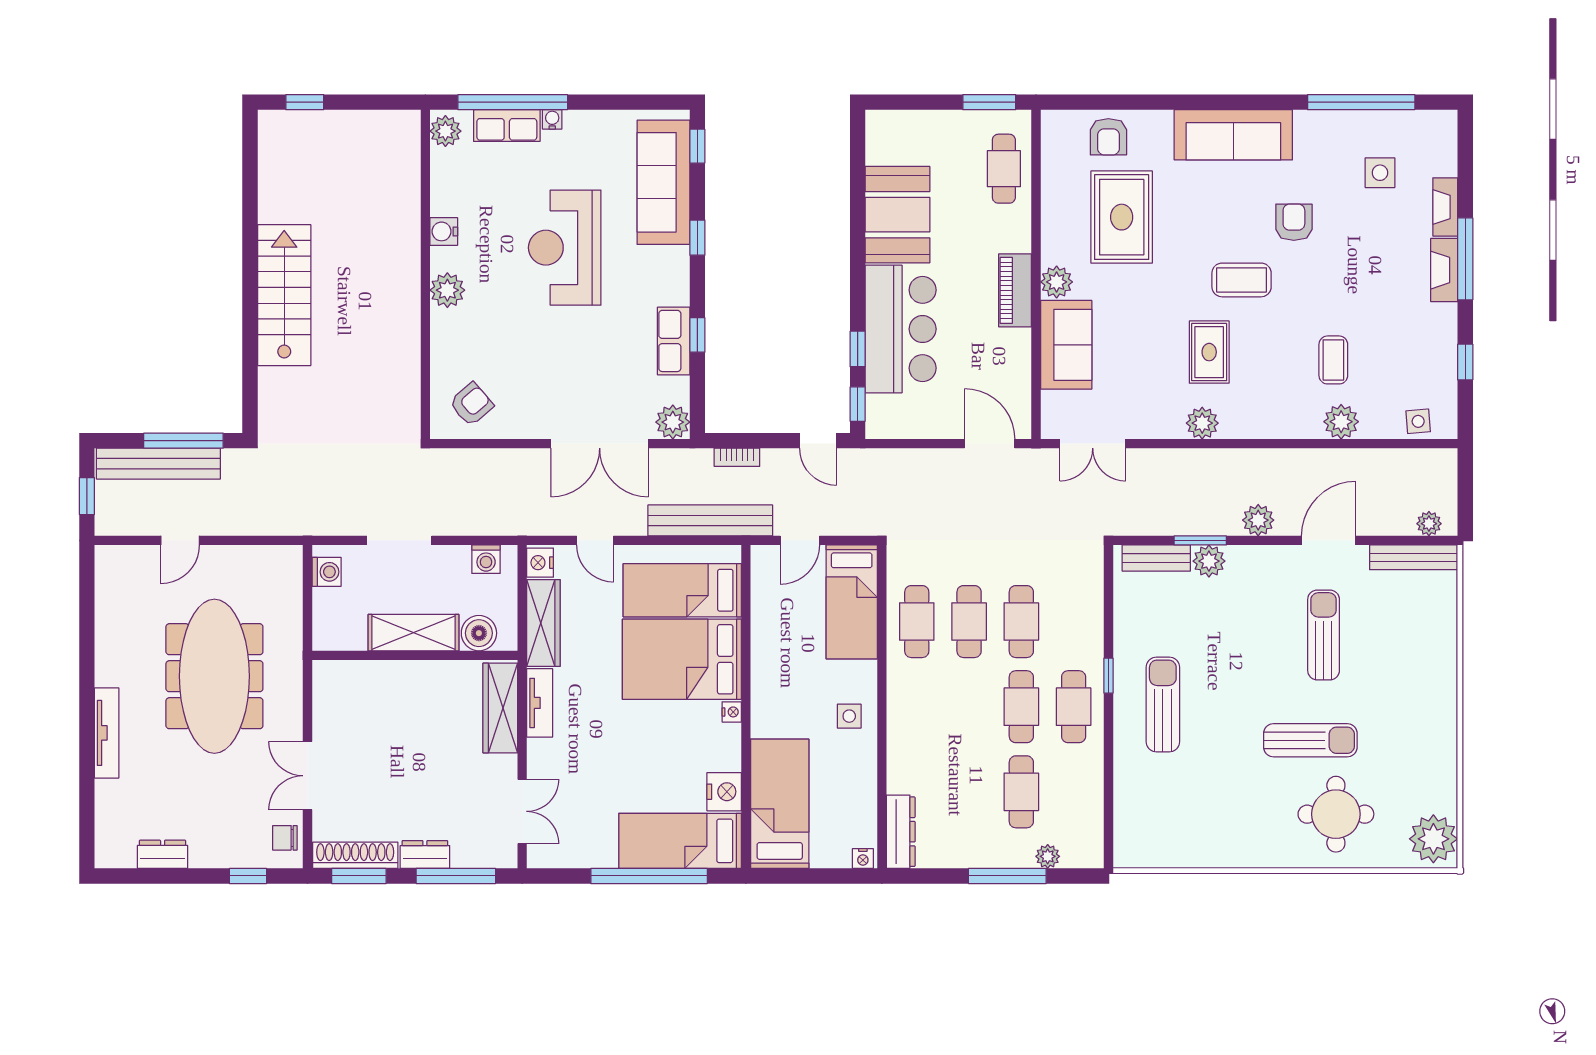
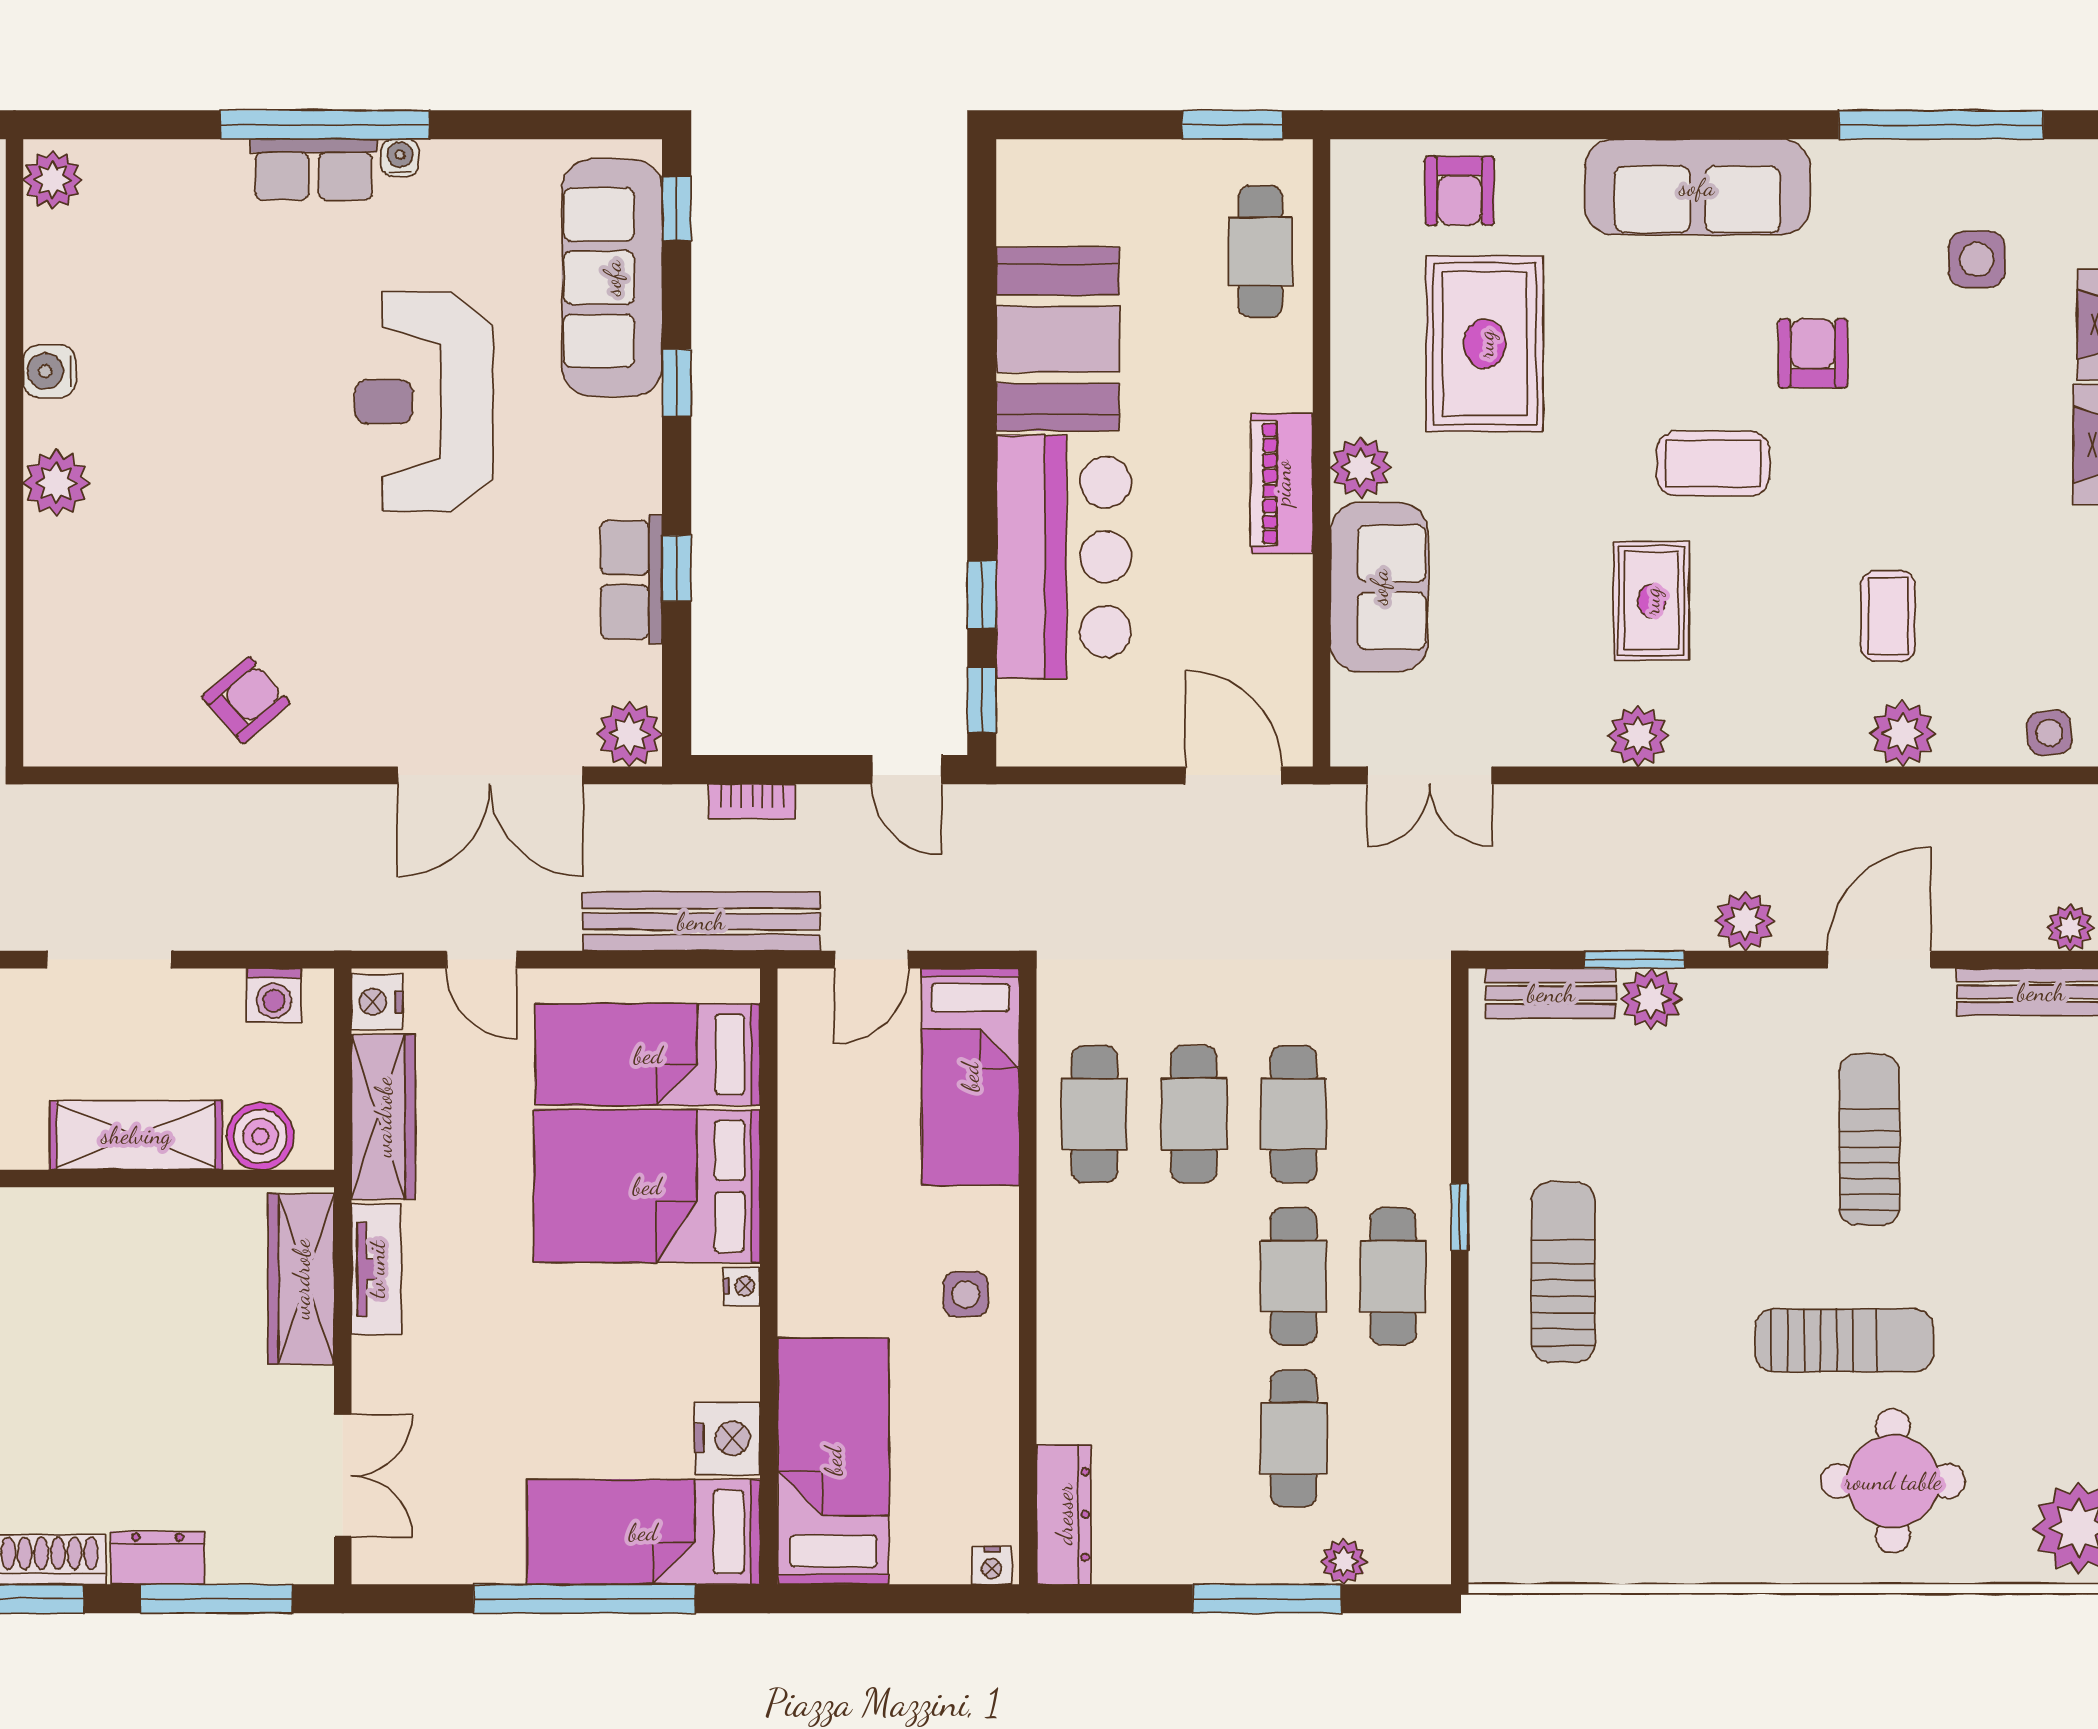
plant: (445, 131) -> (53, 180), moved
water cooler: (444, 231) -> (49, 371), moved
wall: (425, 274) -> (14, 453), moved
plant: (447, 290) -> (56, 483), moved

